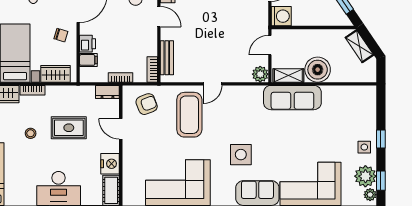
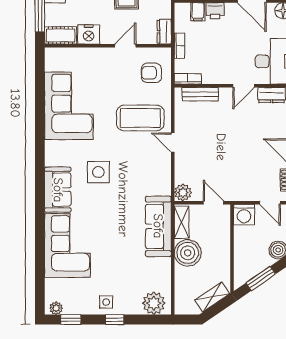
armchair: (147, 104) -> (151, 73), turned 111
plant: (365, 176) -> (154, 303), moved

